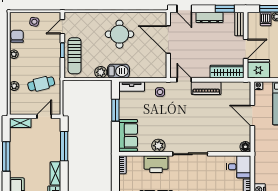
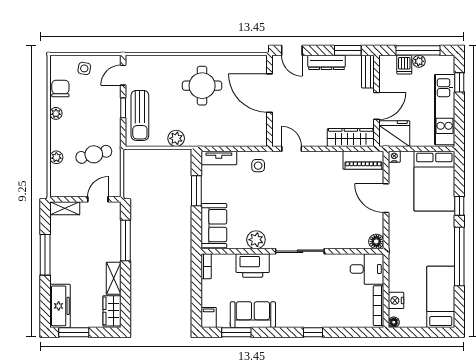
barbecue: (118, 71) -> (201, 137), removed
piano: (206, 88) -> (363, 160), moved

